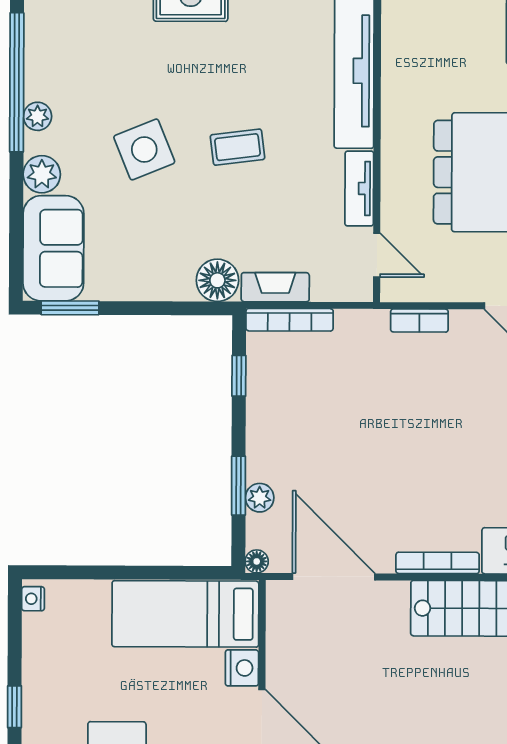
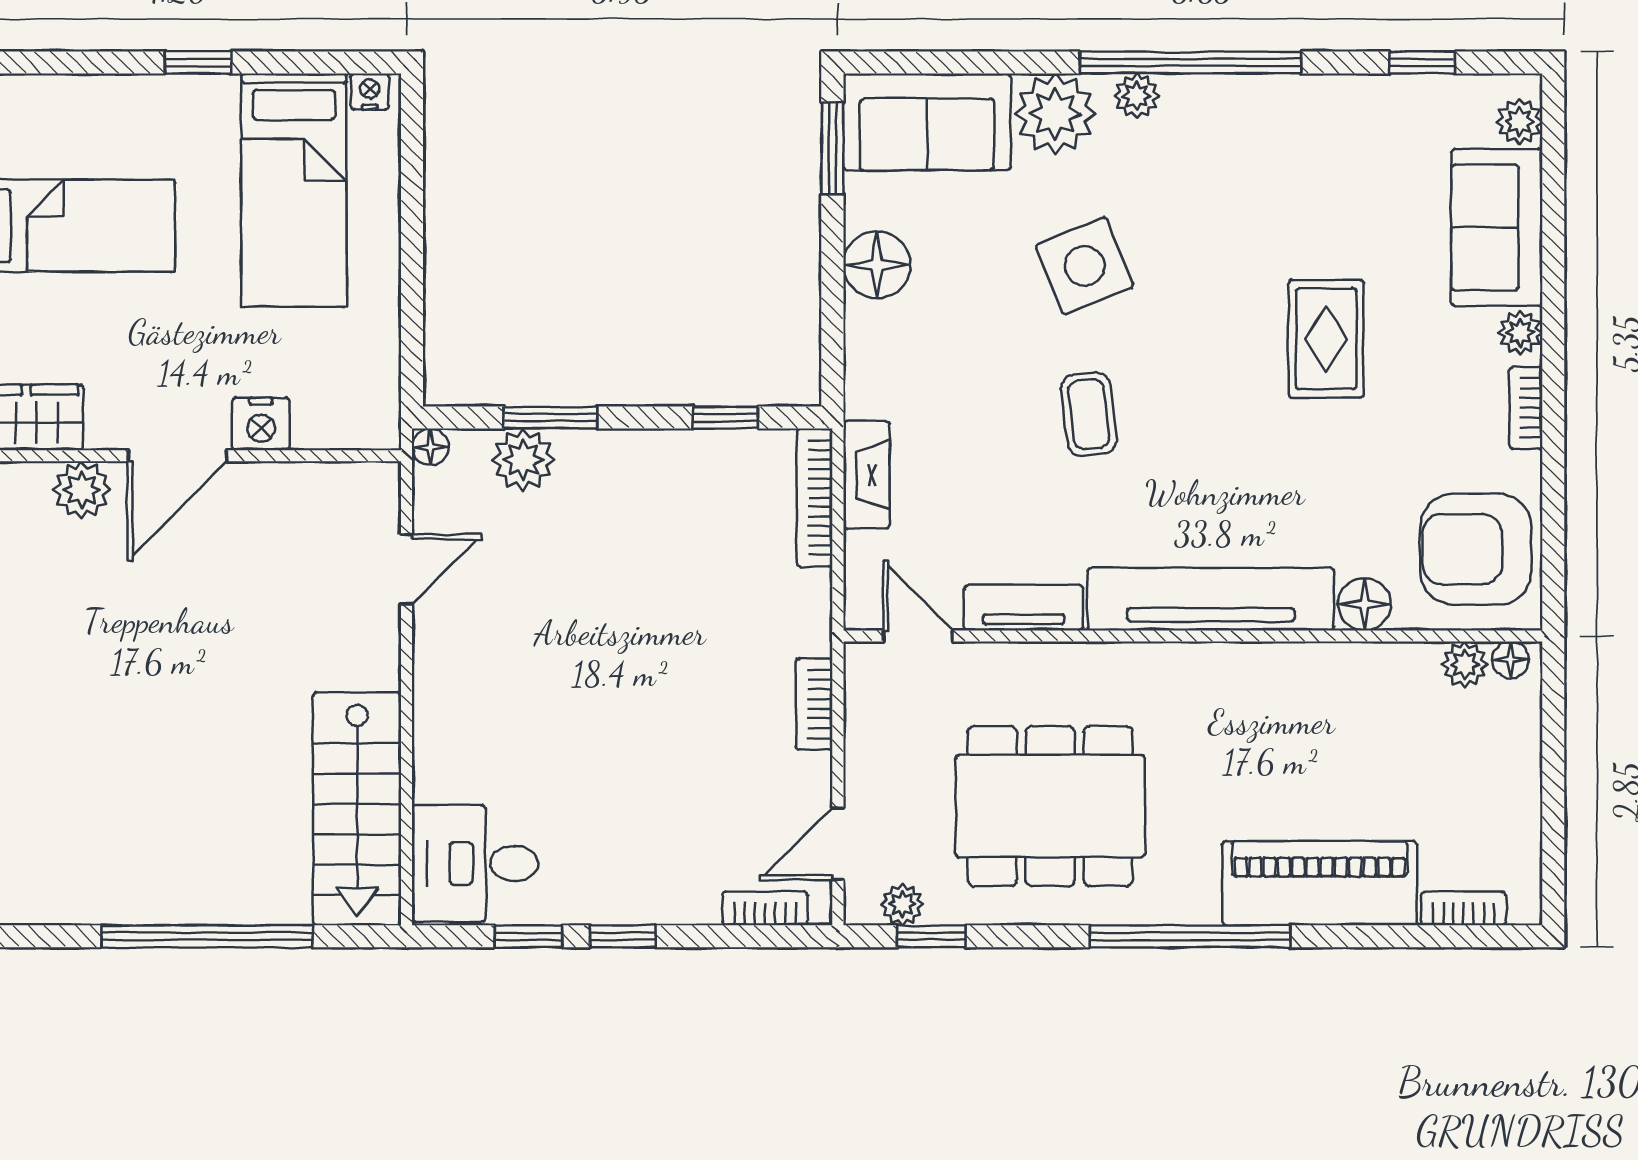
plant: (42, 174) -> (1055, 114), width x1.36, depth x1.36
door: (377, 255) -> (918, 636), swing flipped
floor lamp: (217, 280) -> (877, 265), moved
plant: (260, 498) -> (523, 460), width x1.38, depth x1.38
bookcase: (438, 563) -> (429, 734), removed
door: (334, 577) -> (406, 569), width x0.53
bed: (185, 614) -> (294, 190), moved, turned 180

